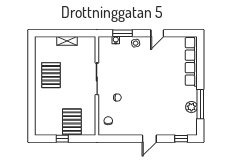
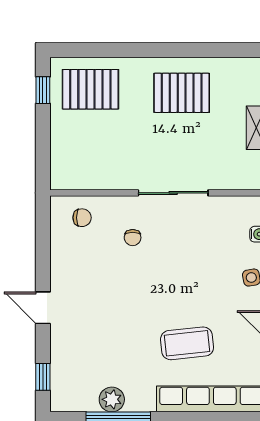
coffee table: (166, 73) -> (187, 343), added
pallet: (72, 122) -> (90, 89), moved
window: (62, 139) -> (43, 90), moved

